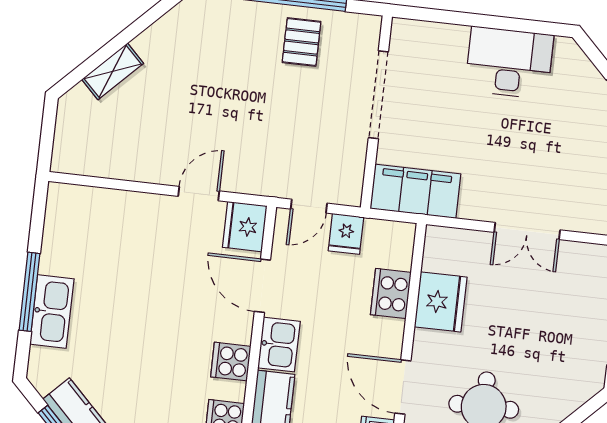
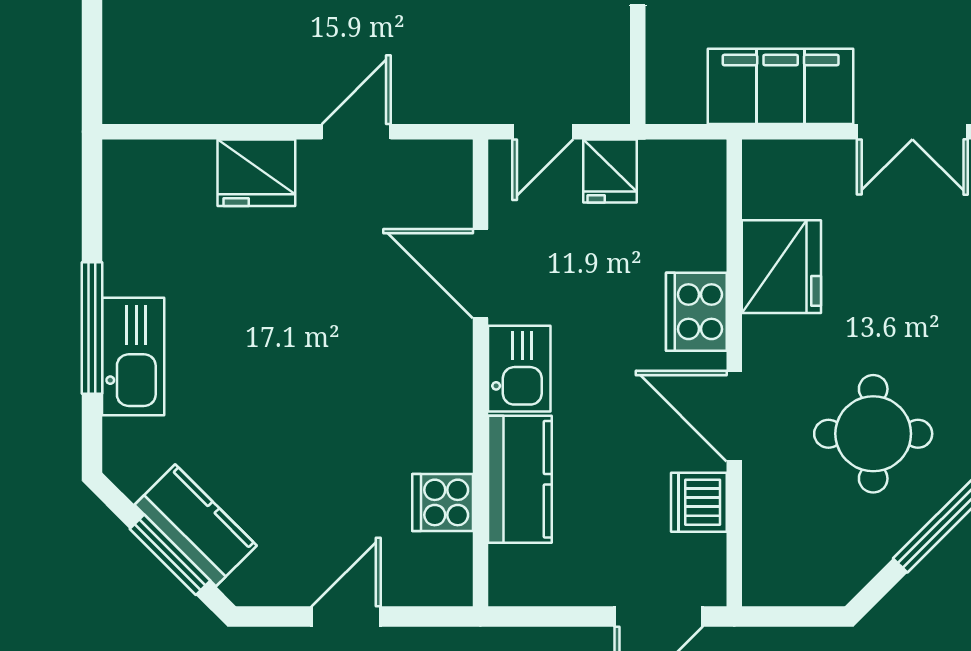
filing cabinet: (415, 191) -> (781, 86), moved
fridge: (245, 227) -> (256, 173), moved, turned -90
cooker: (391, 294) -> (696, 312), moved
cooker: (231, 362) -> (442, 406), removed

